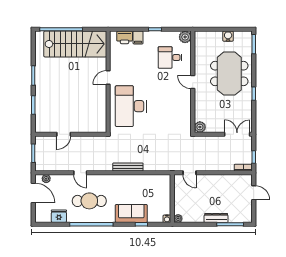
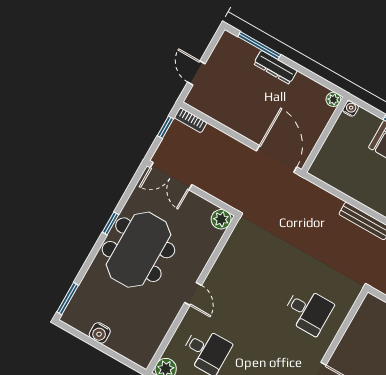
meeting table: (229, 74) -> (138, 250), moved
desk: (131, 106) -> (308, 311), width x0.53, depth x0.77
door: (189, 173) -> (277, 159), width x1.88

